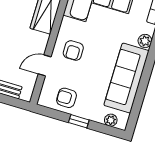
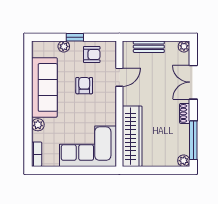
armchair: (73, 50) -> (84, 86), moved
plant: (111, 120) -> (64, 46), moved

